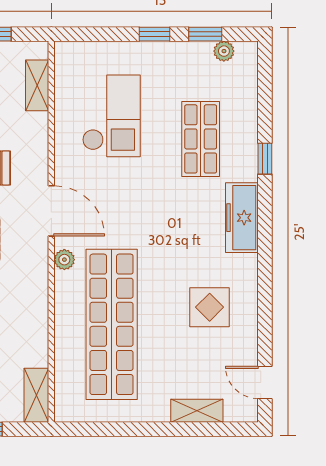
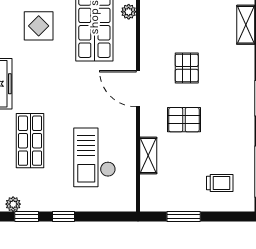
shelving: (37, 85) -> (148, 155), moved
plant: (64, 260) -> (129, 12), moved
display table: (210, 307) -> (39, 26), moved

